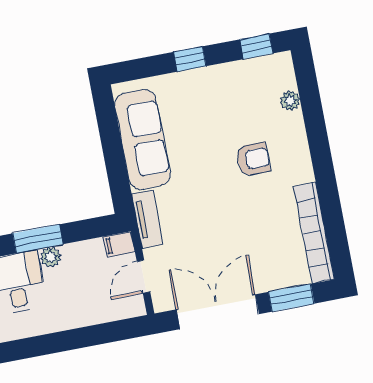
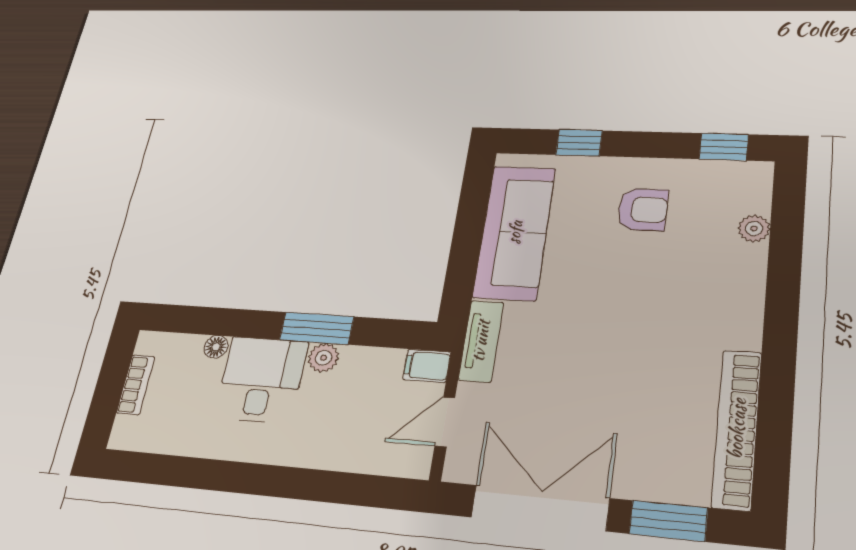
window: (190, 59) -> (579, 143), moved
armchair: (253, 159) -> (643, 209), moved

